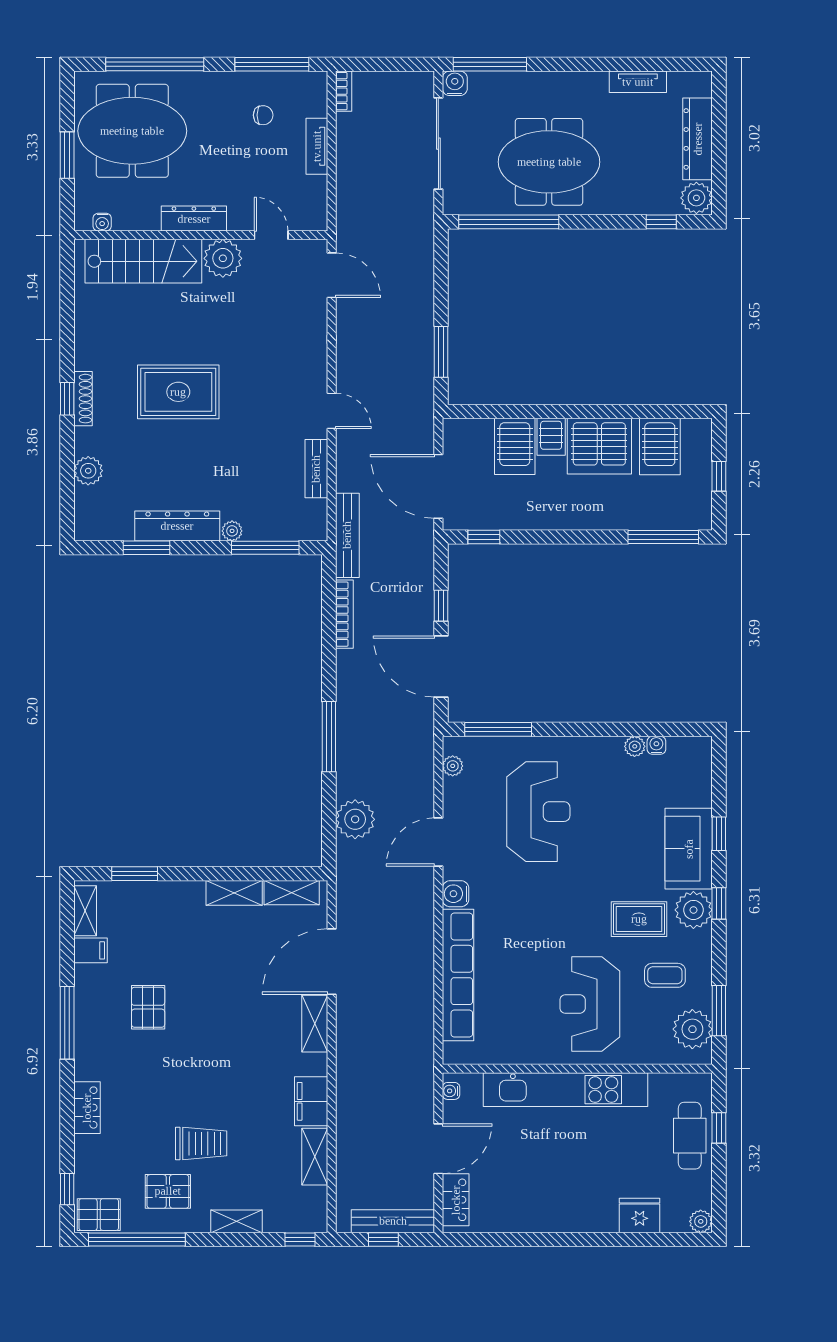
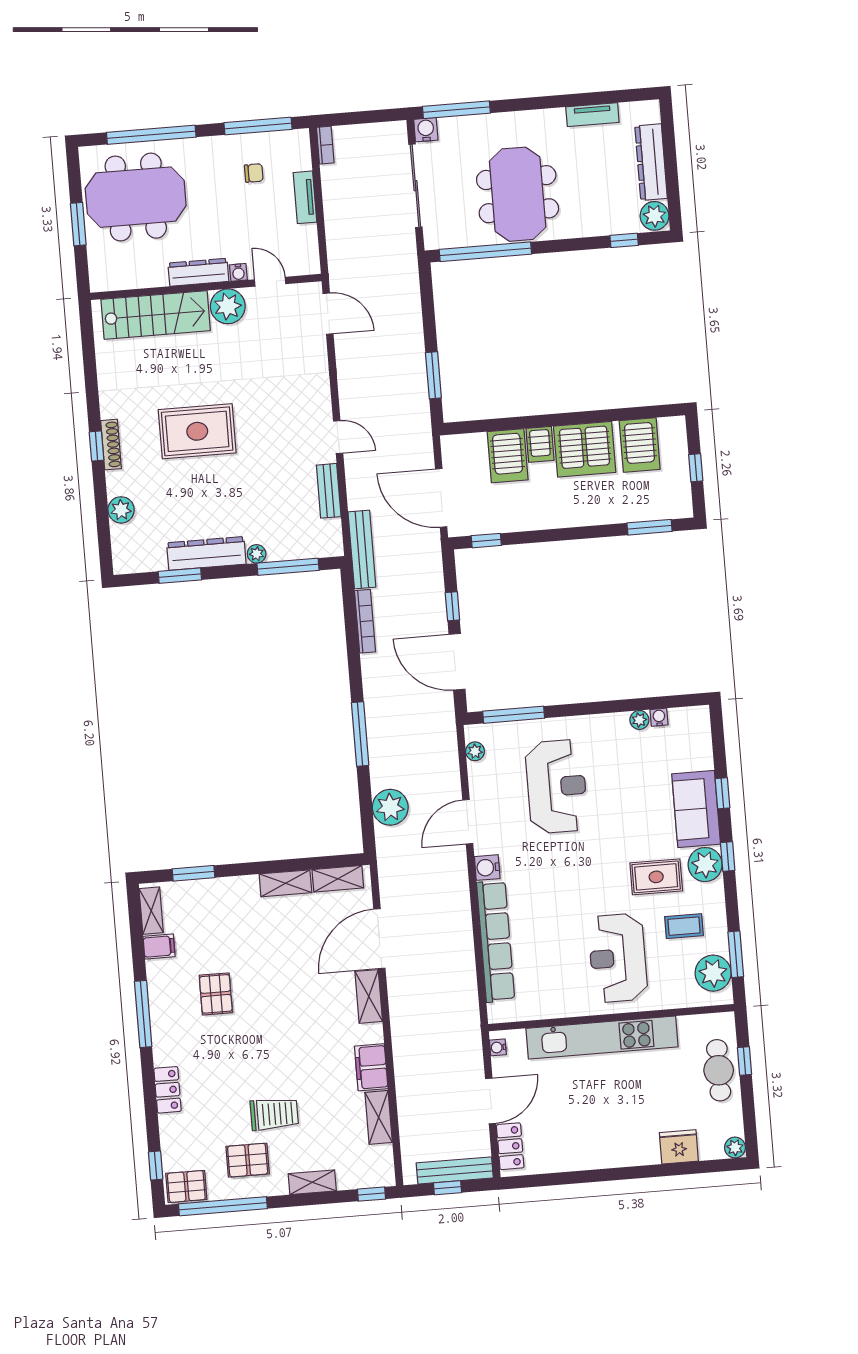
meeting table: (549, 162) -> (518, 194), turned 90
water cooler: (102, 222) -> (238, 272), moved
window: (663, 537) -> (650, 527), width x0.69

